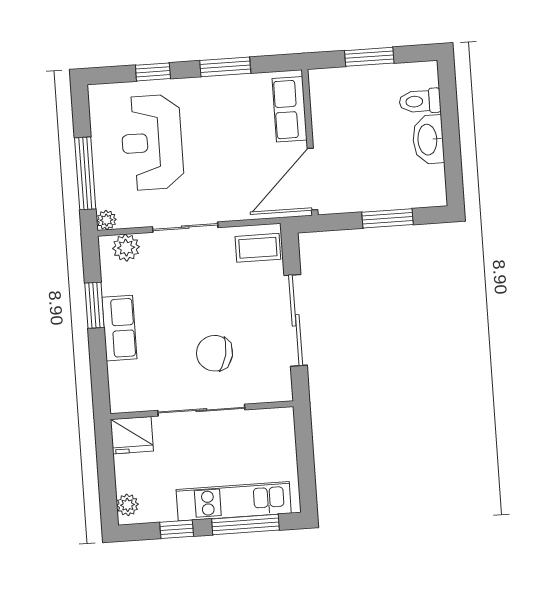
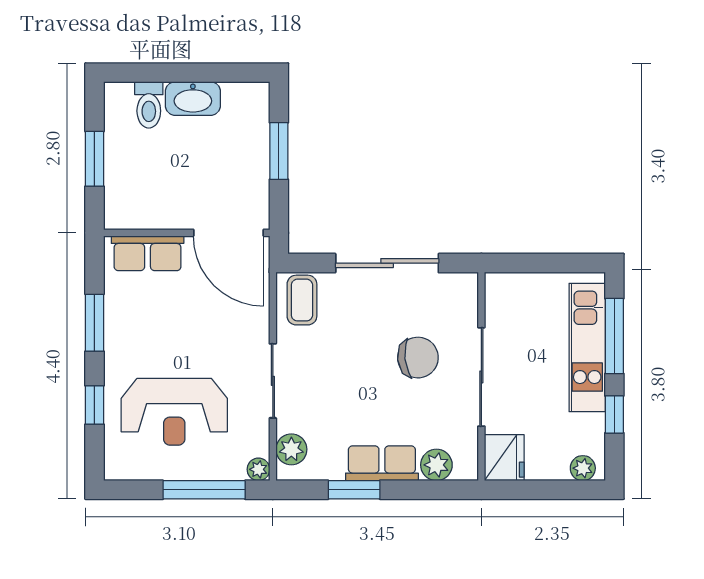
chair: (215, 353) -> (418, 358), turned -108
plant: (121, 376) -> (436, 465), added

